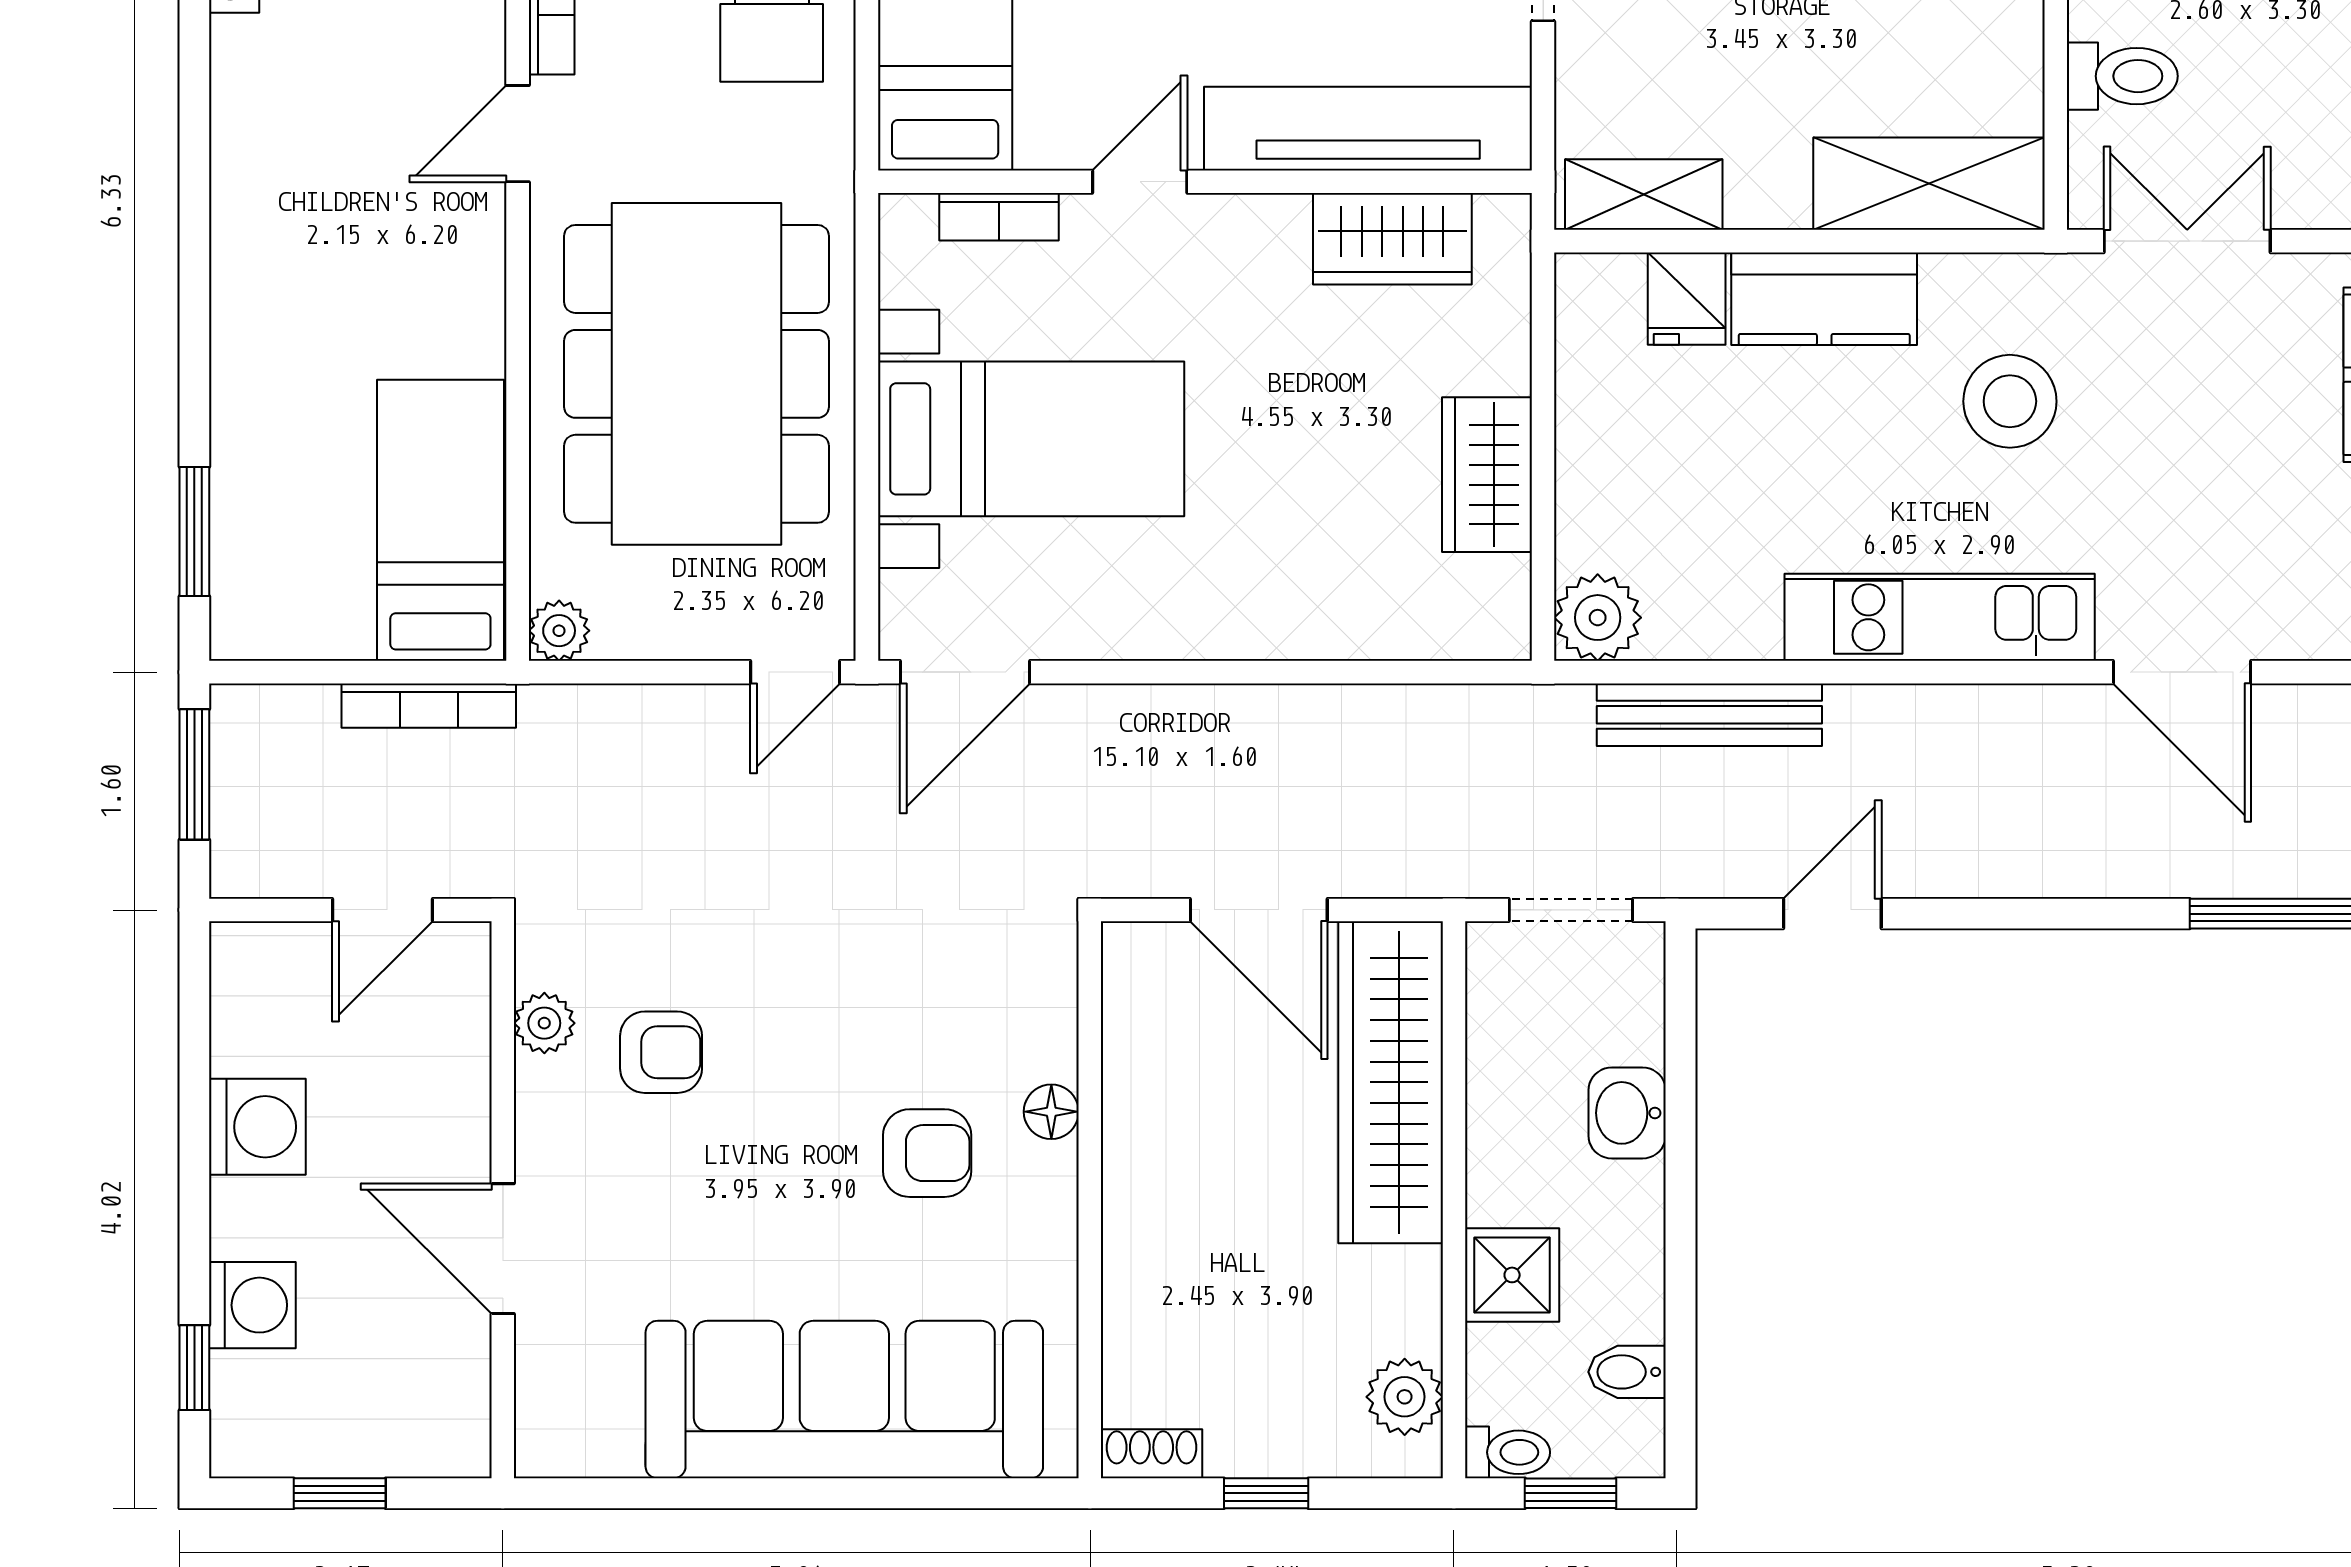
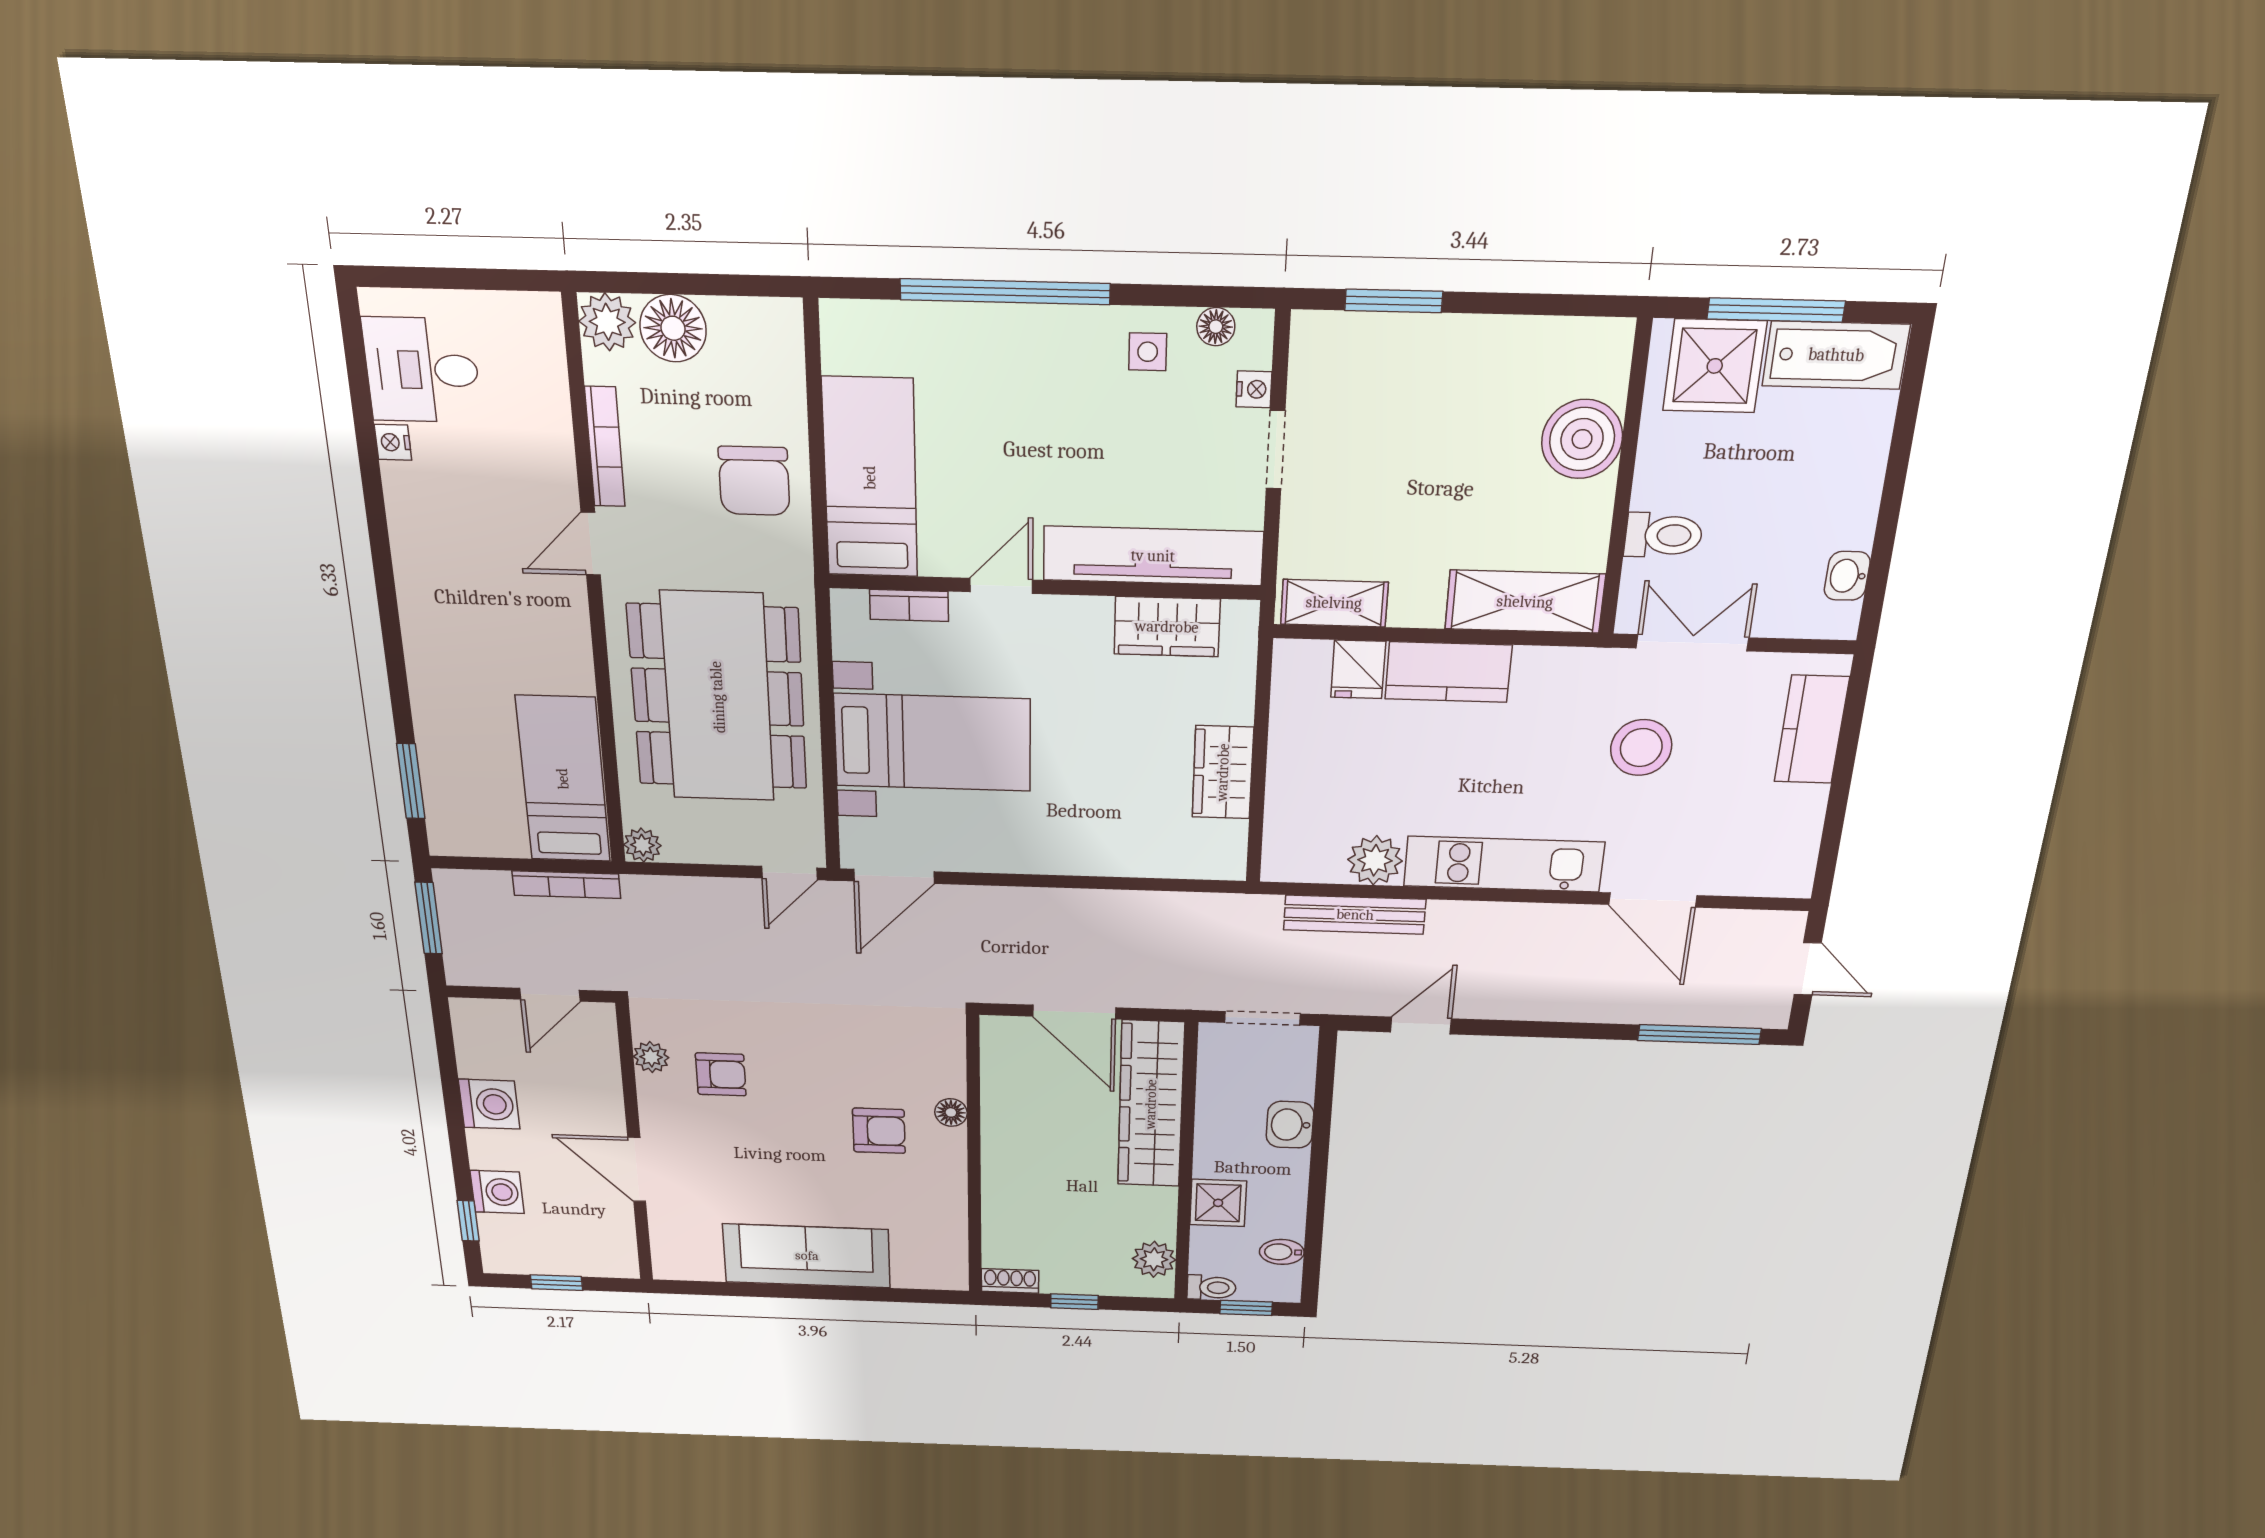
stool: (2010, 401) -> (1641, 748), moved
plant: (1598, 618) -> (1375, 860), moved
sofa: (844, 1400) -> (807, 1256), width x0.74, depth x0.79

